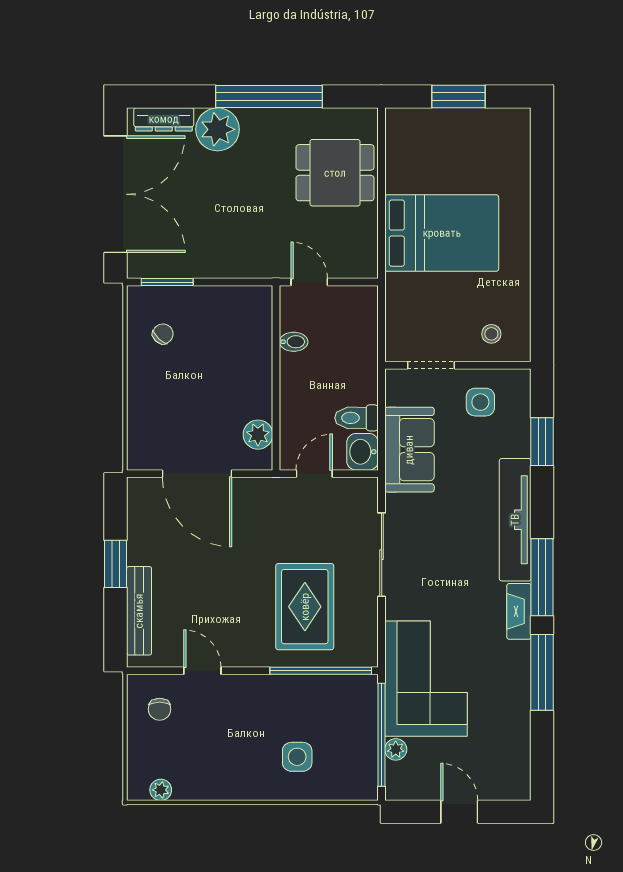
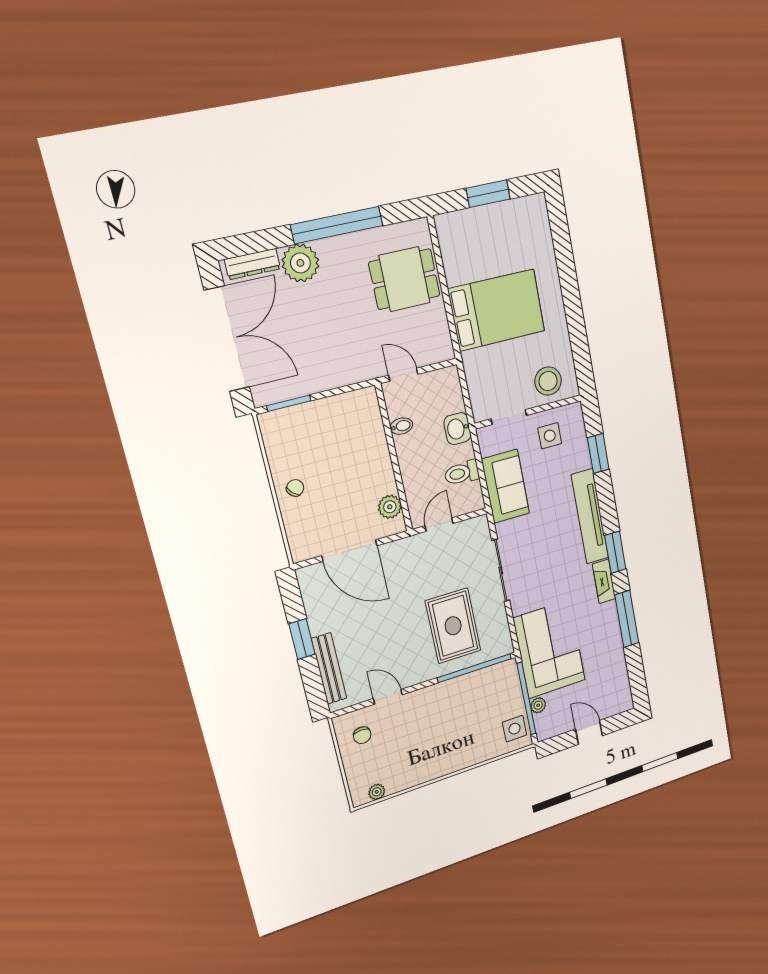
chair: (163, 334) -> (295, 488), moved
stool: (491, 334) -> (548, 381), width x1.89, depth x1.89
washbasin: (363, 452) -> (458, 429), moved
window: (542, 577) -> (615, 552), width x0.69
side table: (297, 757) -> (515, 729), moved

